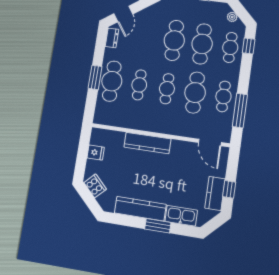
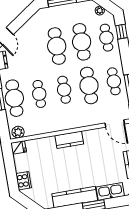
plant: (104, 118) -> (18, 132), added
kitchen counter: (147, 143) -> (69, 140), width x0.67
fridge: (96, 153) -> (18, 148), moved
cooker: (95, 186) -> (24, 181), moved, turned 45

